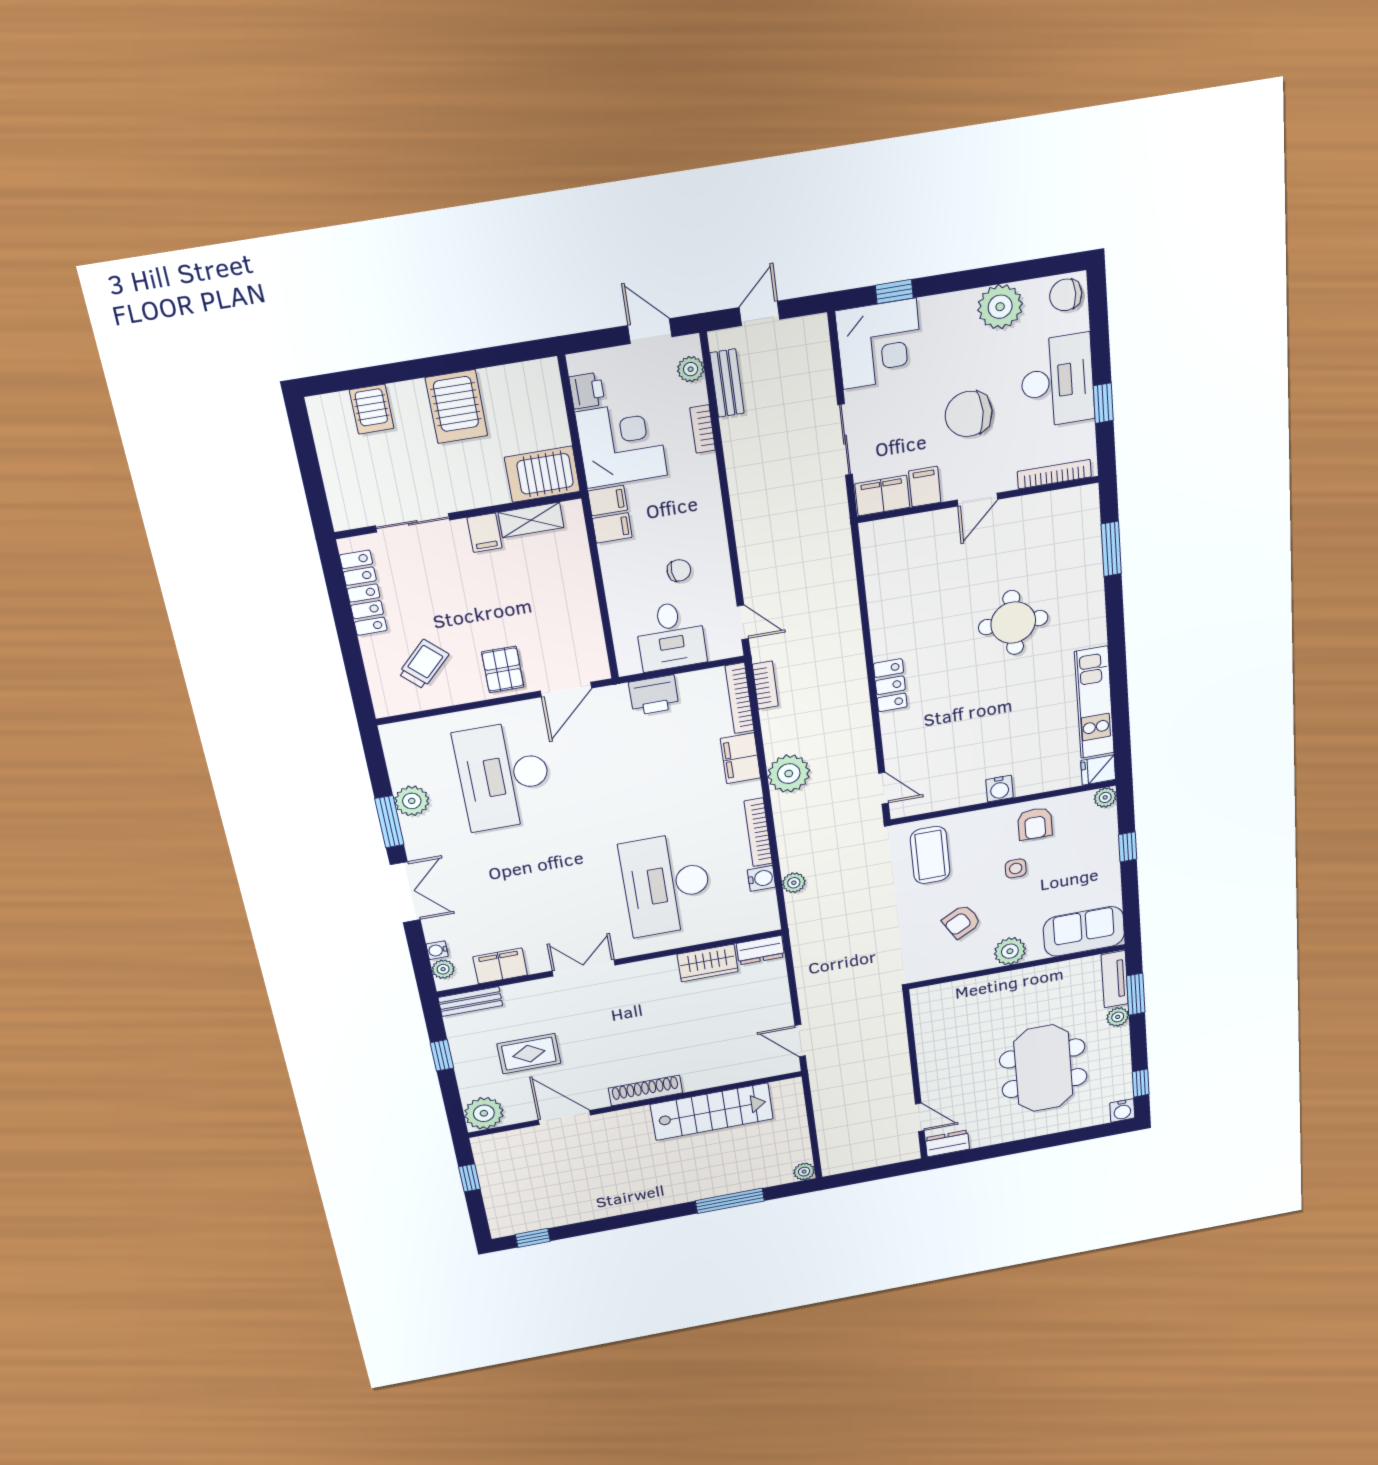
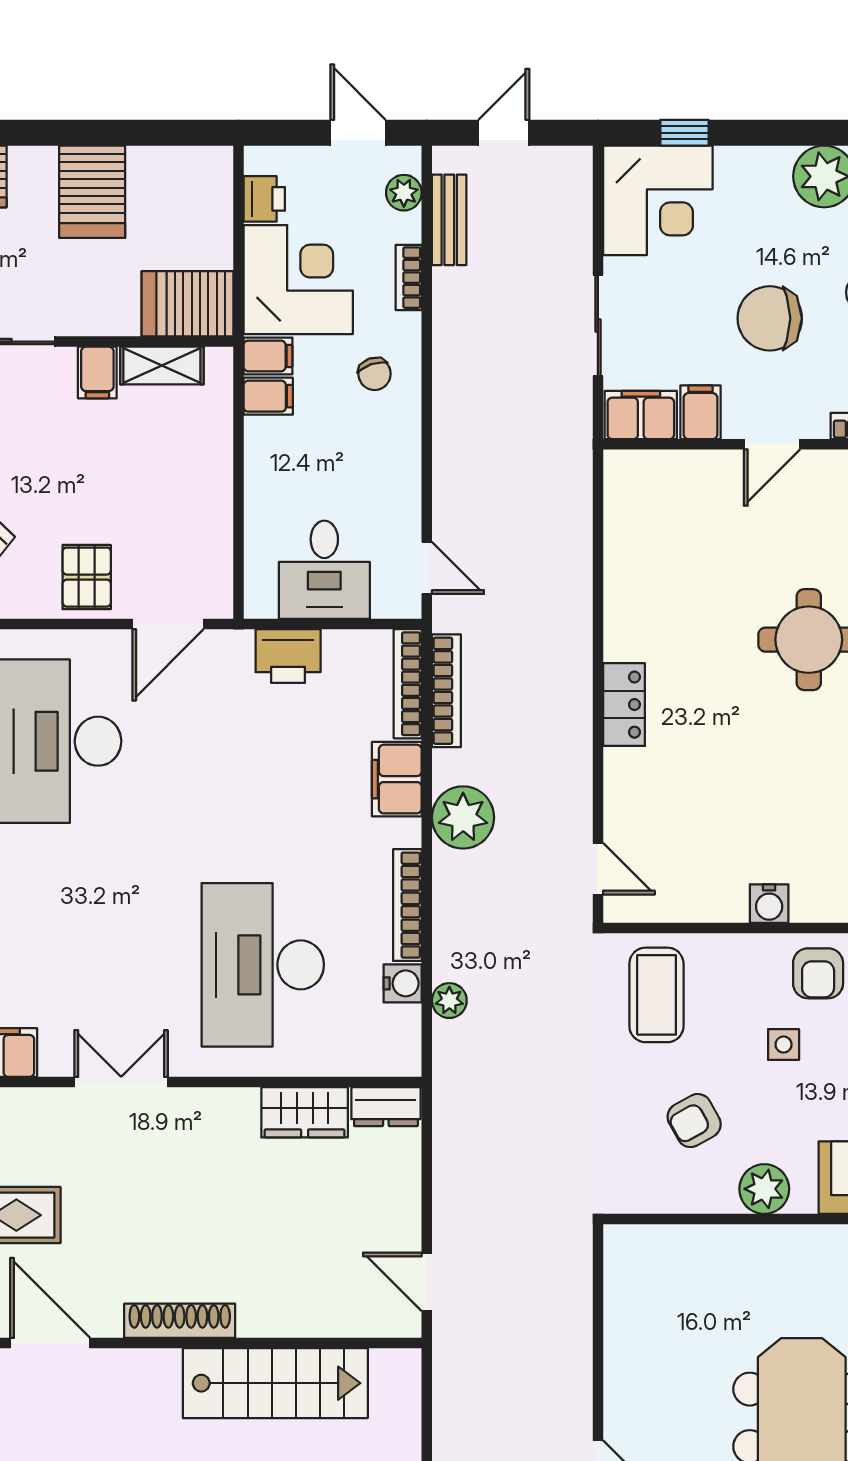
chair: (679, 570) -> (375, 374), moved, turned 76
bookcase: (765, 685) -> (446, 691), width x1.56

